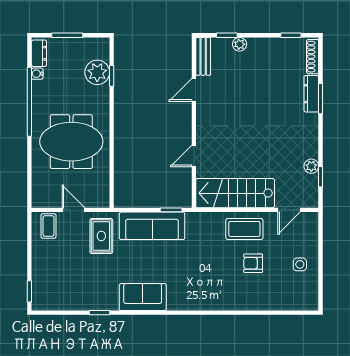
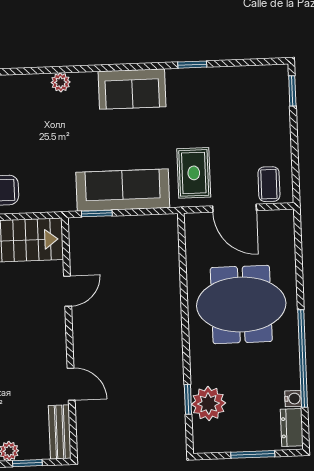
door: (194, 90) -> (71, 384), hinge flipped
door: (74, 210) -> (234, 208), width x1.38
plant: (193, 304) -> (61, 82), added

